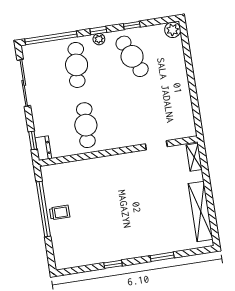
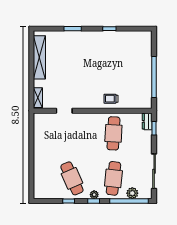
plant: (173, 30) -> (132, 193), moved
trolley: (60, 213) -> (111, 99), moved

